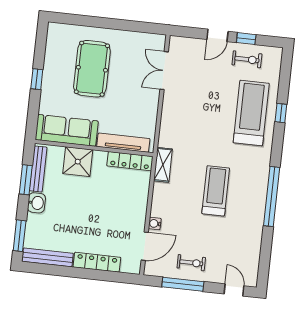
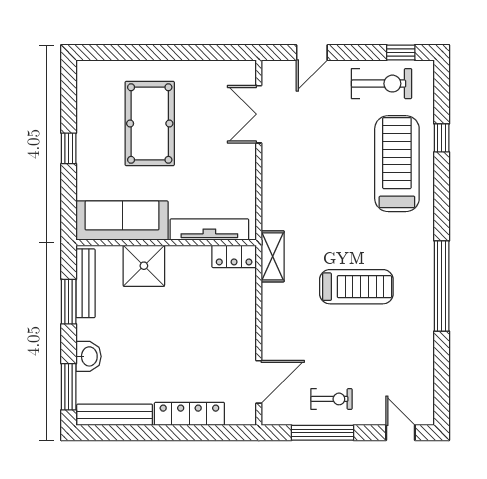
door: (217, 35) -> (312, 52), moved
window: (246, 39) -> (401, 52), moved
exercise bike: (247, 59) -> (382, 84), width x1.38, depth x1.39
window: (281, 113) -> (442, 138), moved
locker: (130, 161) -> (234, 256), width x0.66
treadmill: (216, 191) -> (356, 287), turned 90
washbasin: (36, 203) -> (89, 356), moved
water cooler: (155, 224) -> (270, 346), removed

